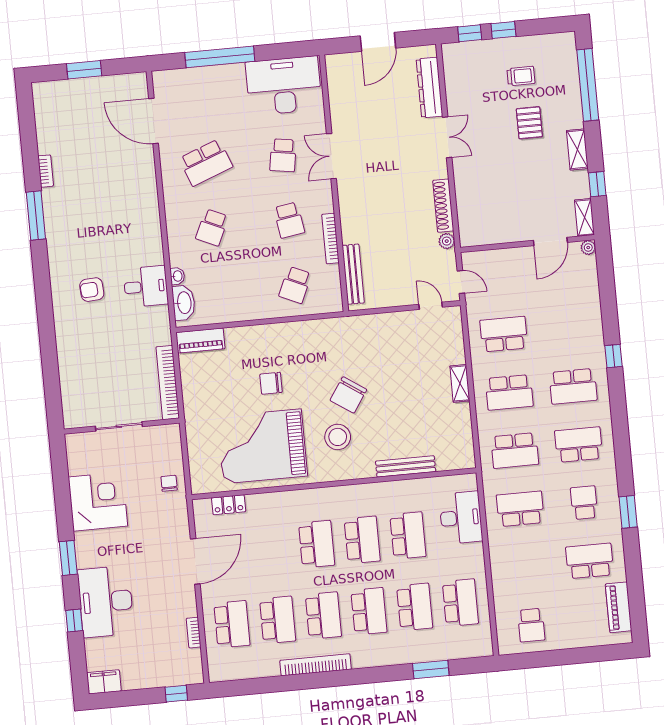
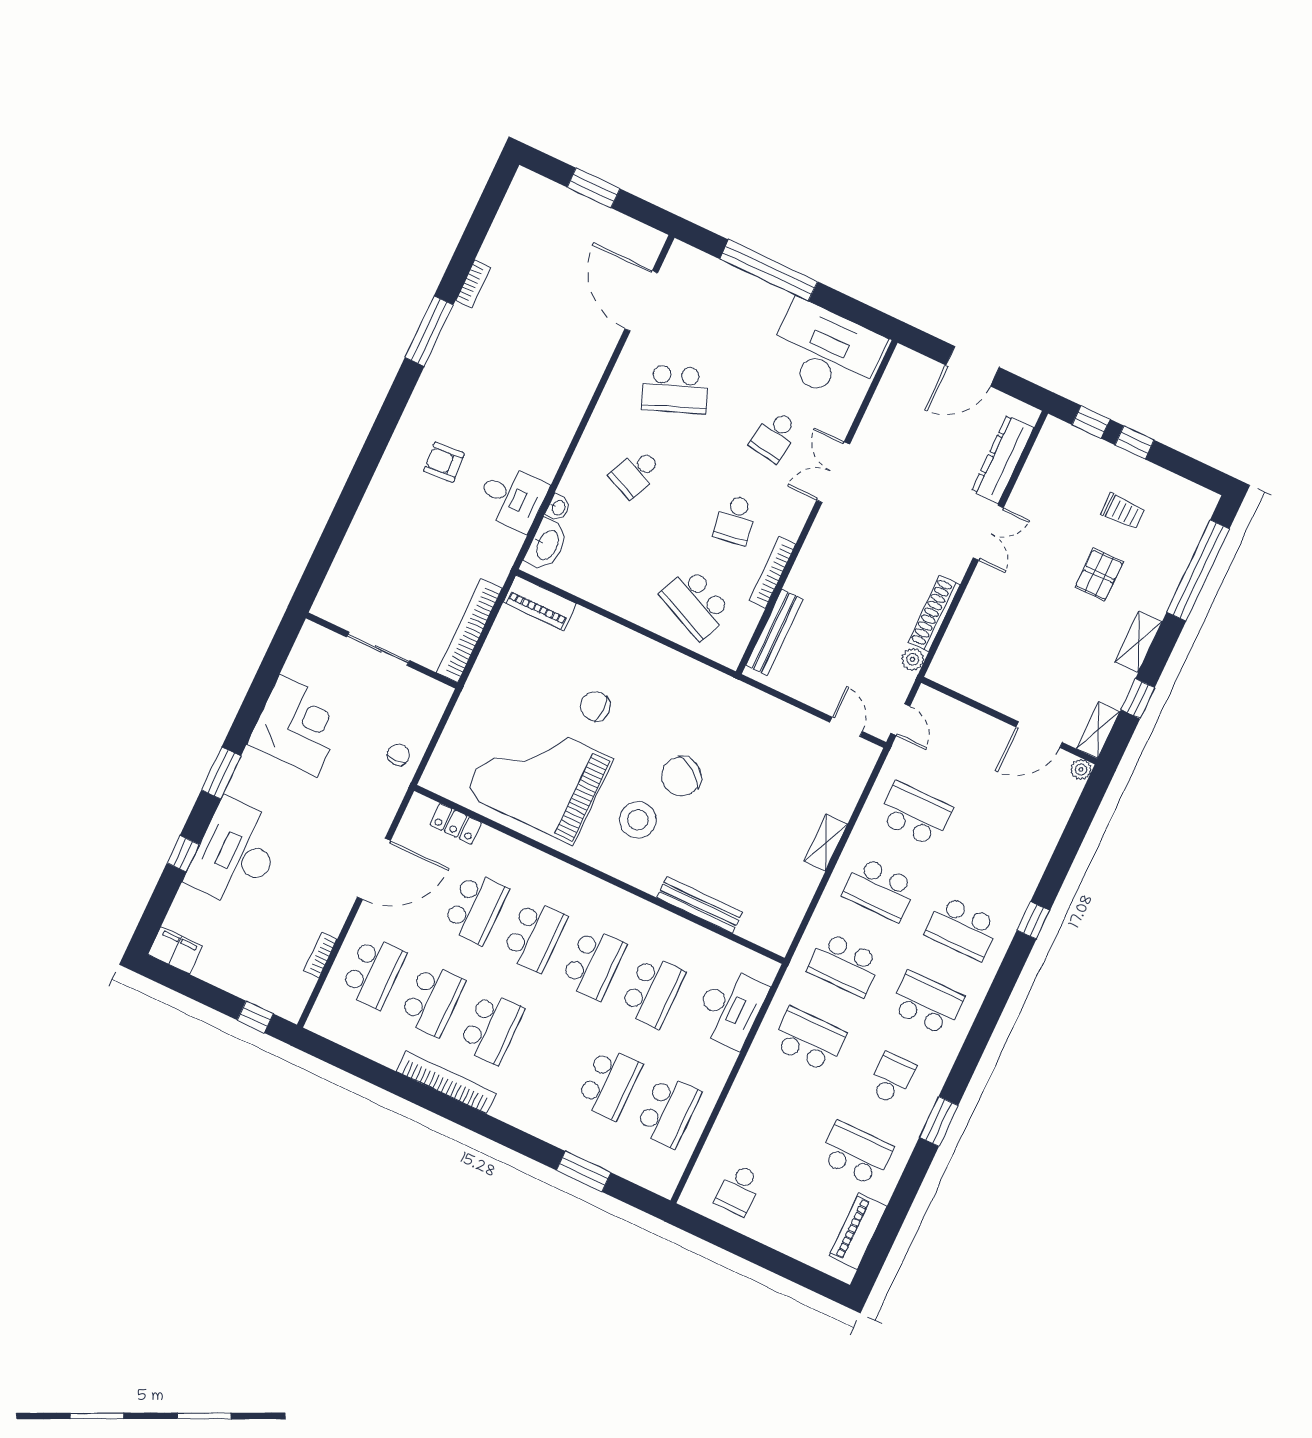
school desk: (295, 285) -> (696, 603), width x1.85
school desk: (369, 611) -> (476, 908), moved

